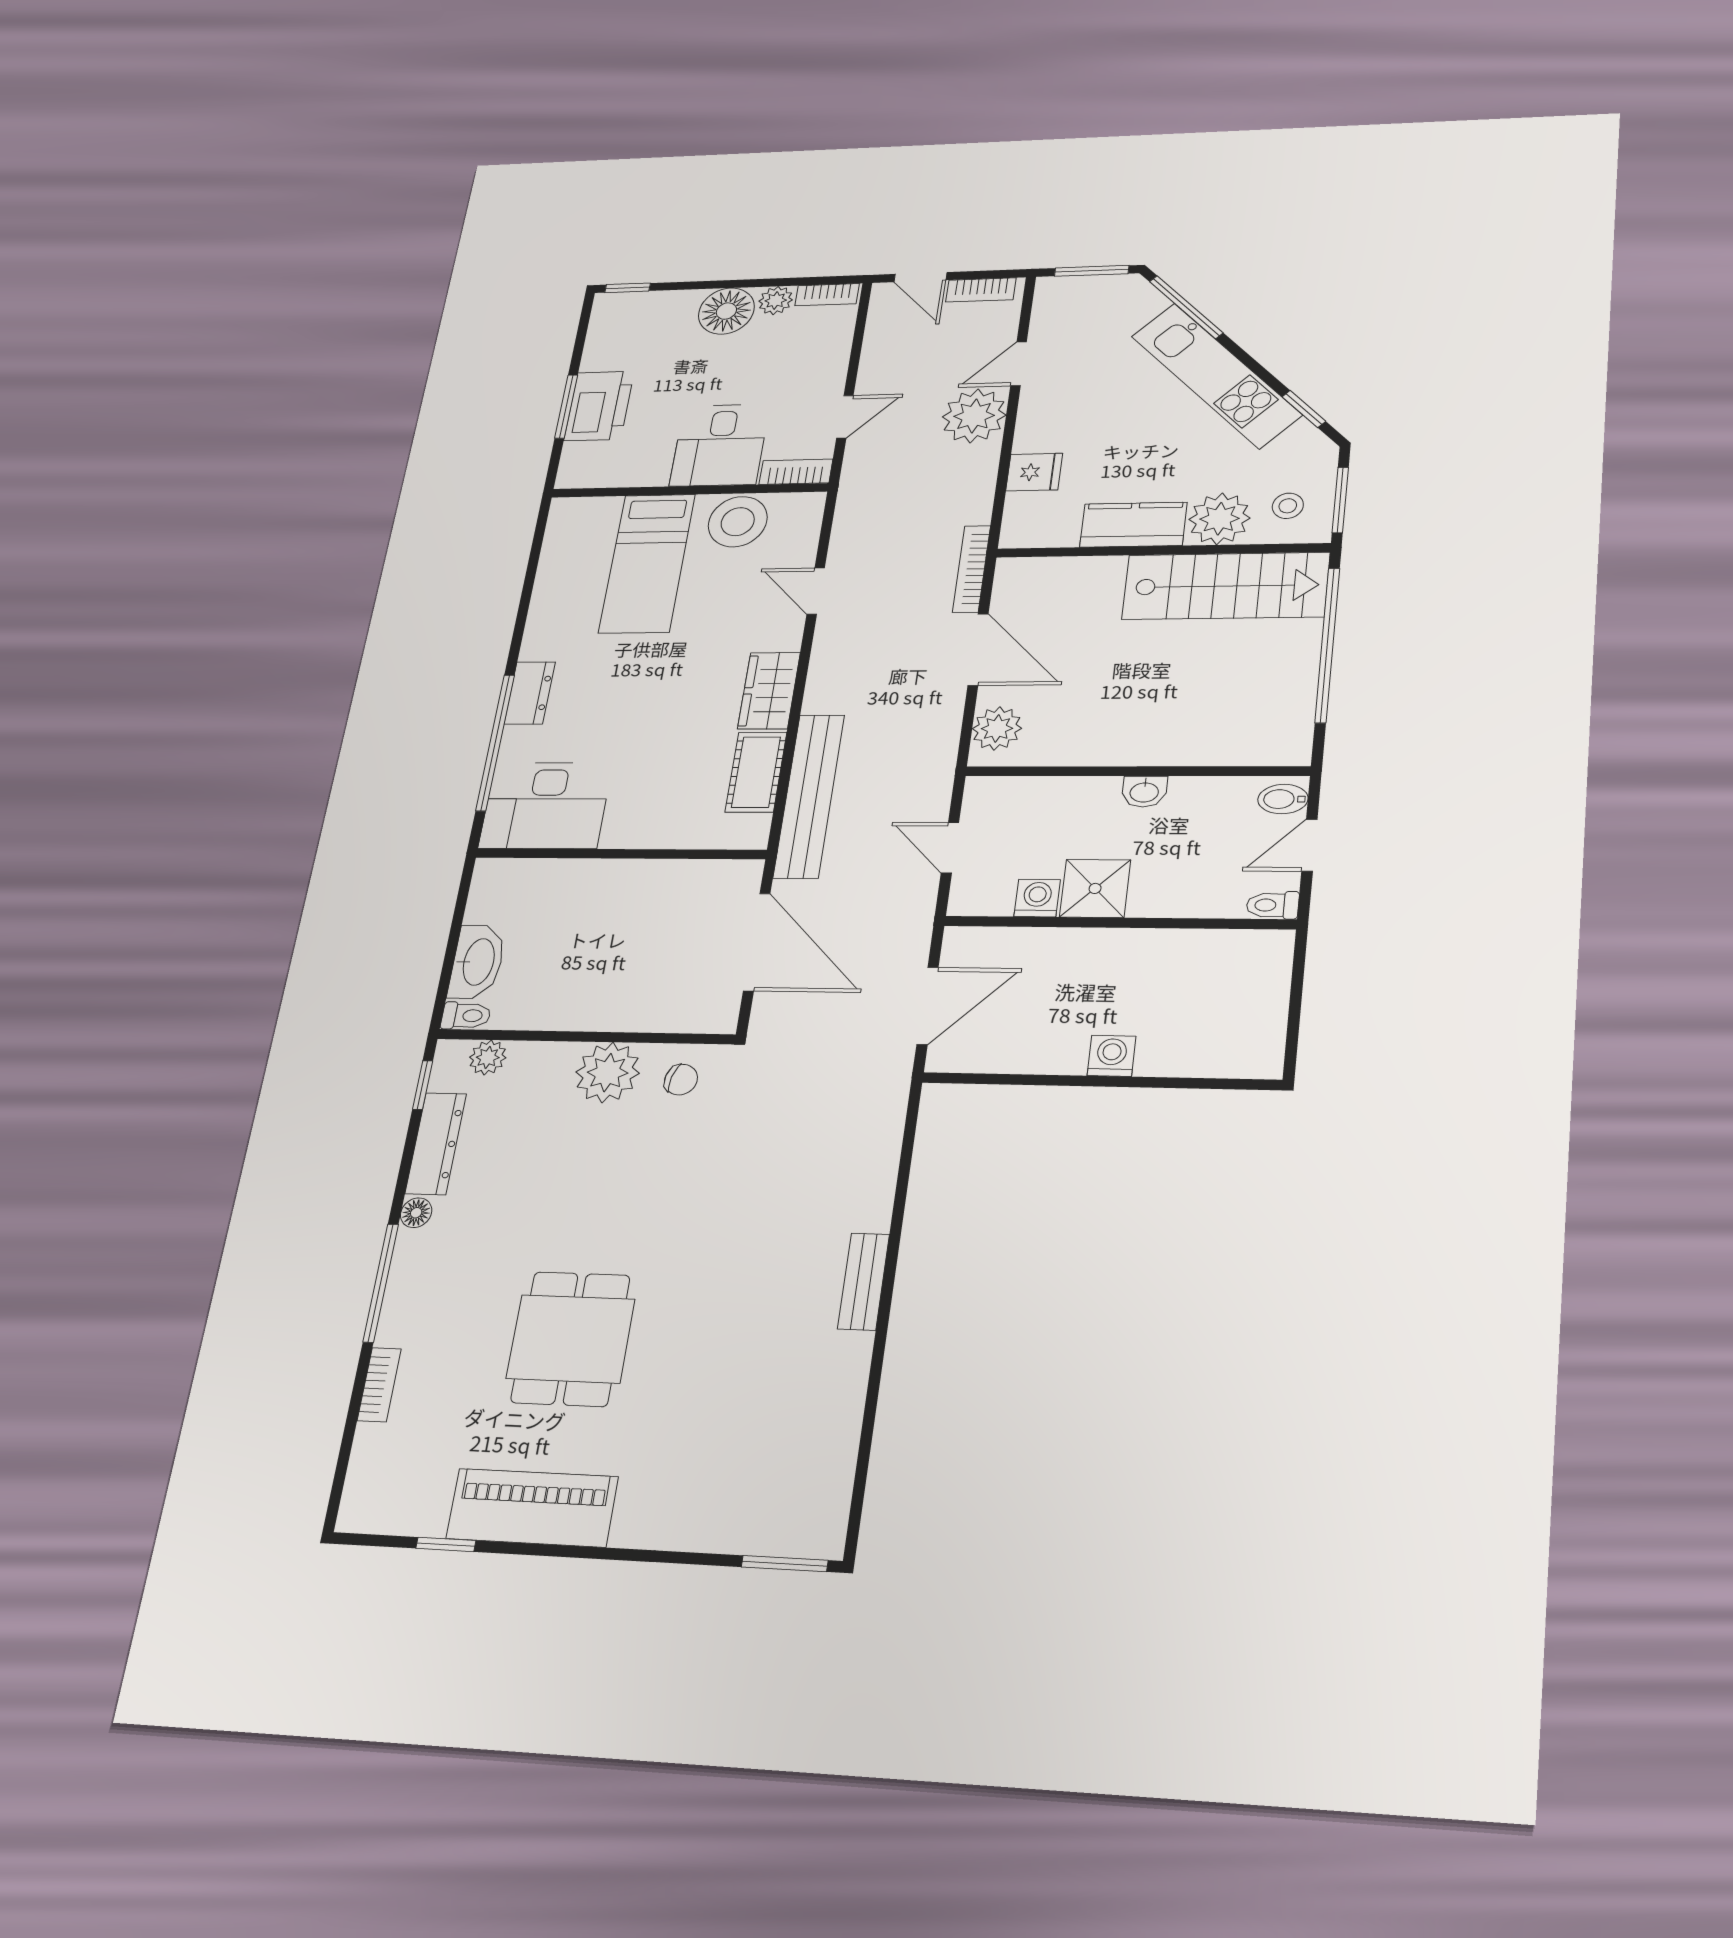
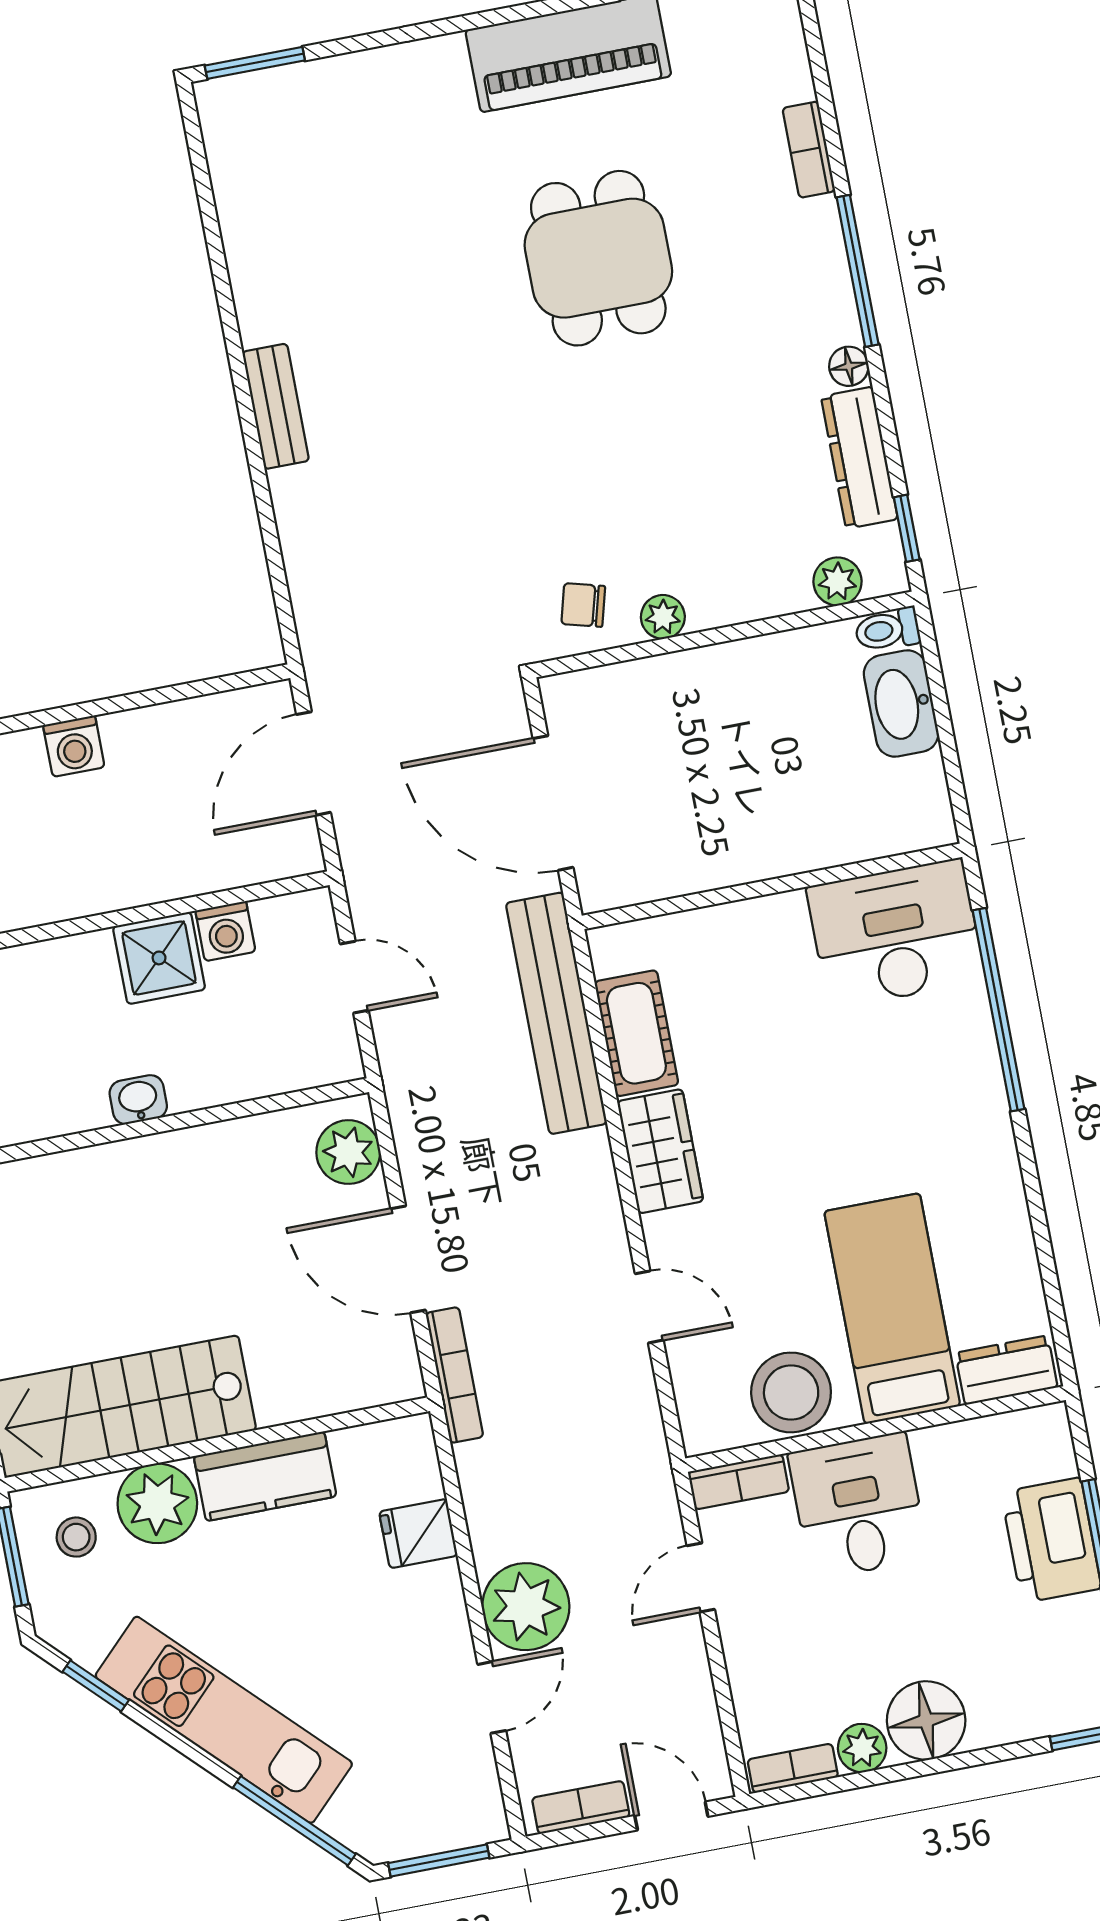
dresser: (530, 693) -> (1006, 1370), moved, turned 90
plant: (608, 1073) -> (663, 617), width x0.53, depth x0.53

